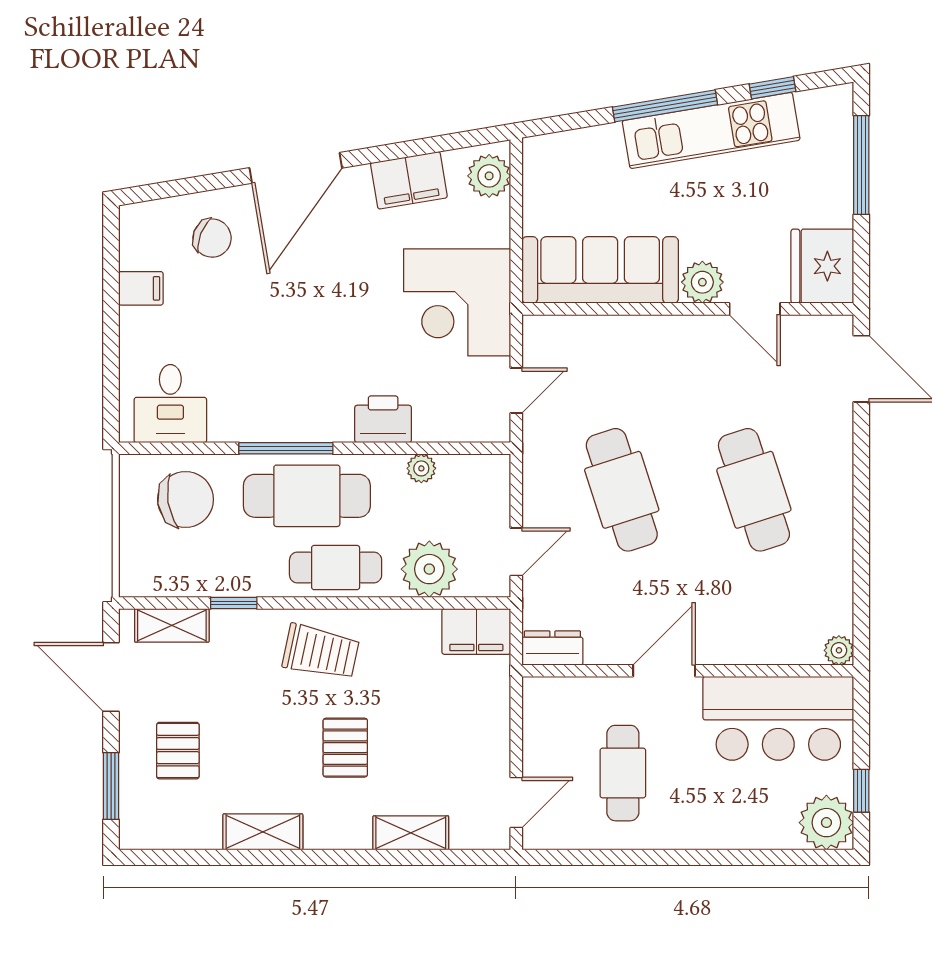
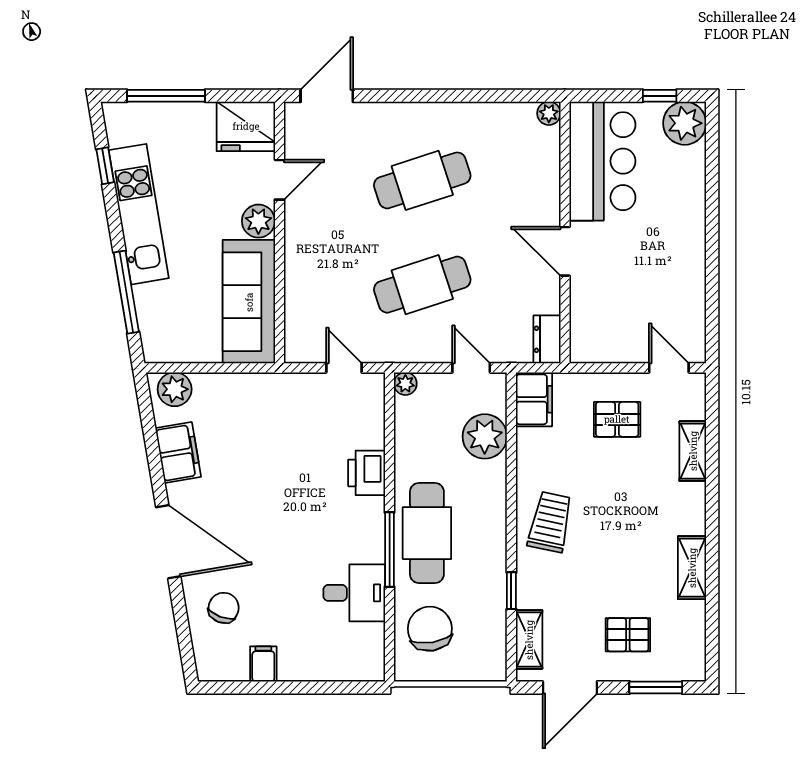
window: (665, 106) -> (126, 292), moved
corner desk: (457, 302) -> (274, 415), removed
desk: (170, 404) -> (354, 593), moved
plant: (421, 468) -> (405, 384), moved
cafe table: (336, 568) -> (484, 510), removed
pallet: (345, 748) -> (617, 419), moved
cafe table: (623, 773) -> (646, 284), removed

